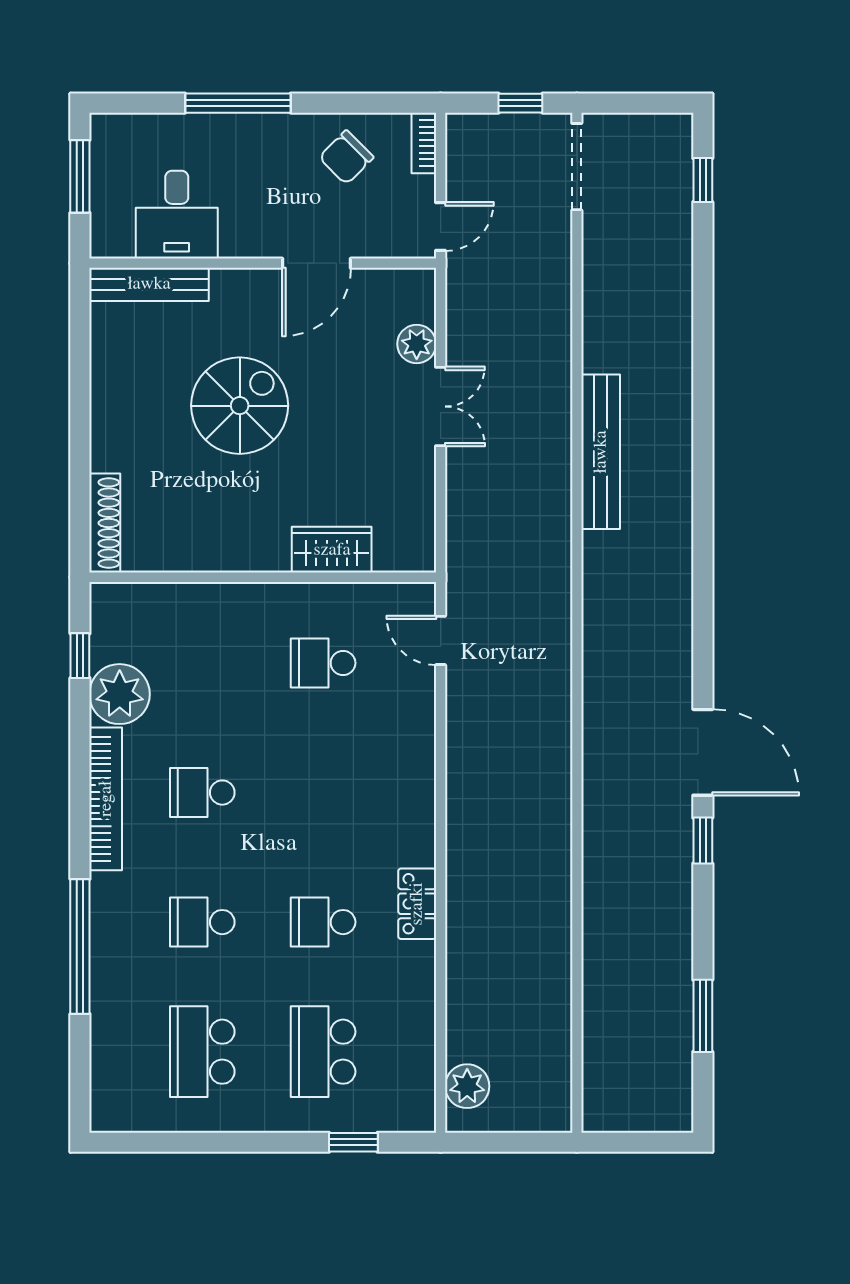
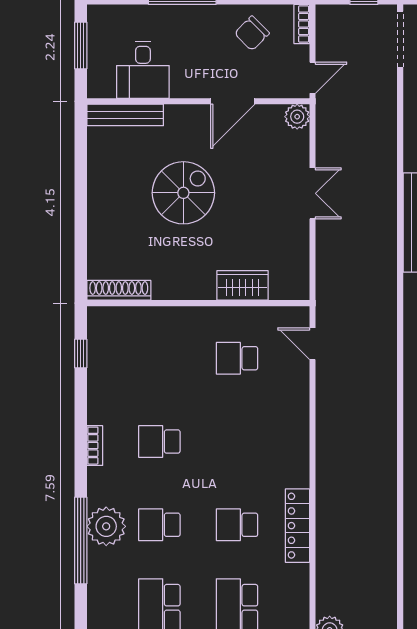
plant: (417, 344) -> (297, 117), moved
shoe rack: (105, 523) -> (119, 290), moved, turned -90
plant: (120, 694) -> (106, 526), moved
bookcase: (106, 799) -> (95, 446), width x0.43, depth x0.76
locker: (417, 904) -> (297, 526), width x1.53

